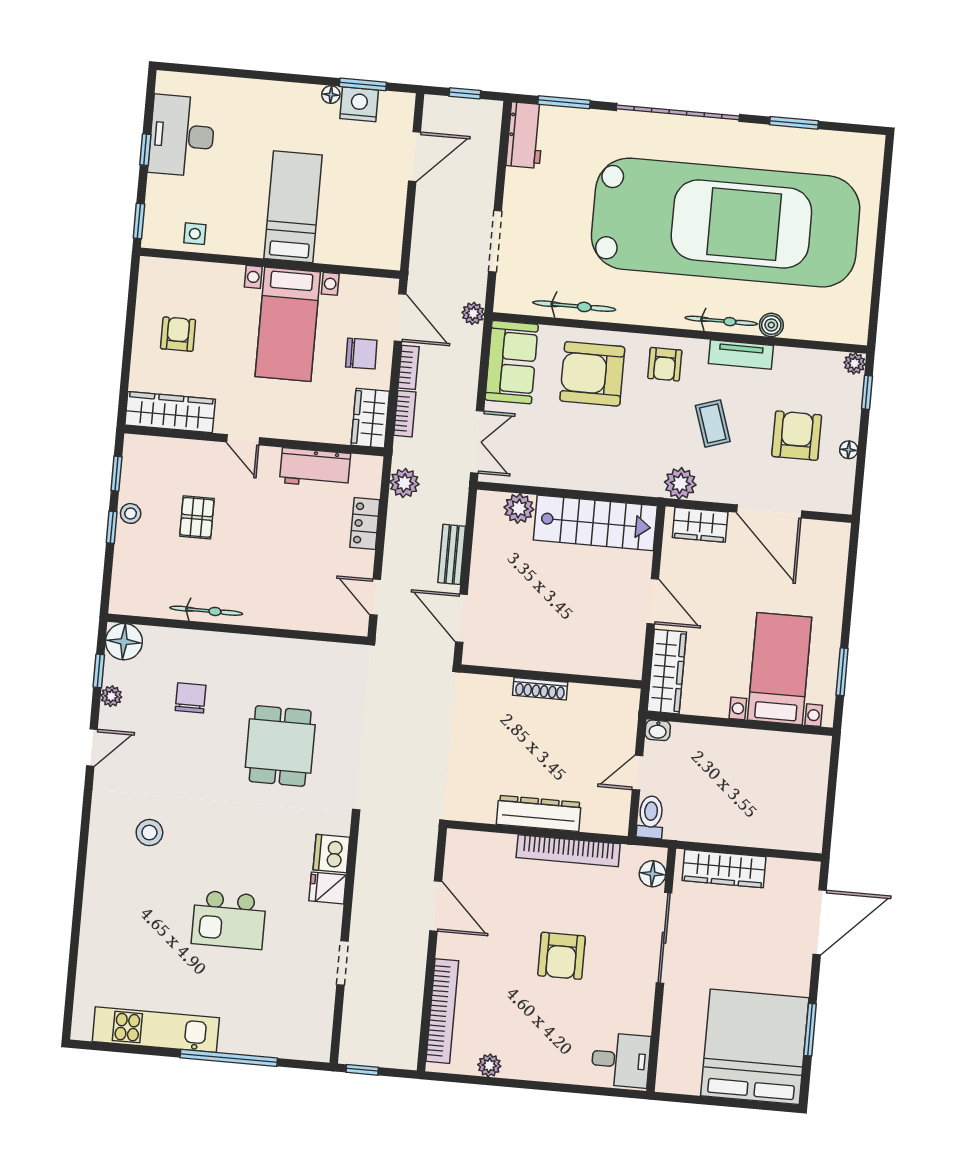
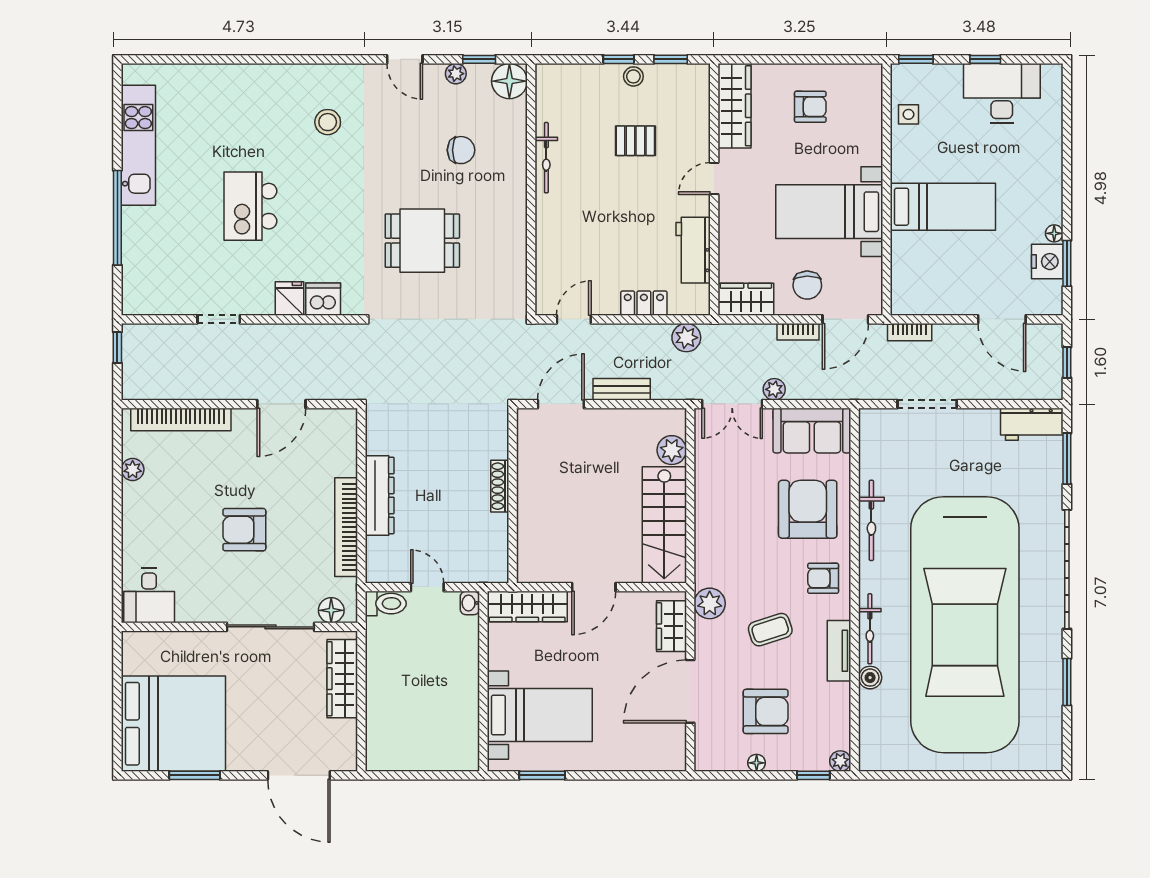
bicycle: (574, 306) -> (871, 520), moved
plant: (473, 313) -> (774, 389), moved
bookcase: (405, 414) -> (910, 332), moved

